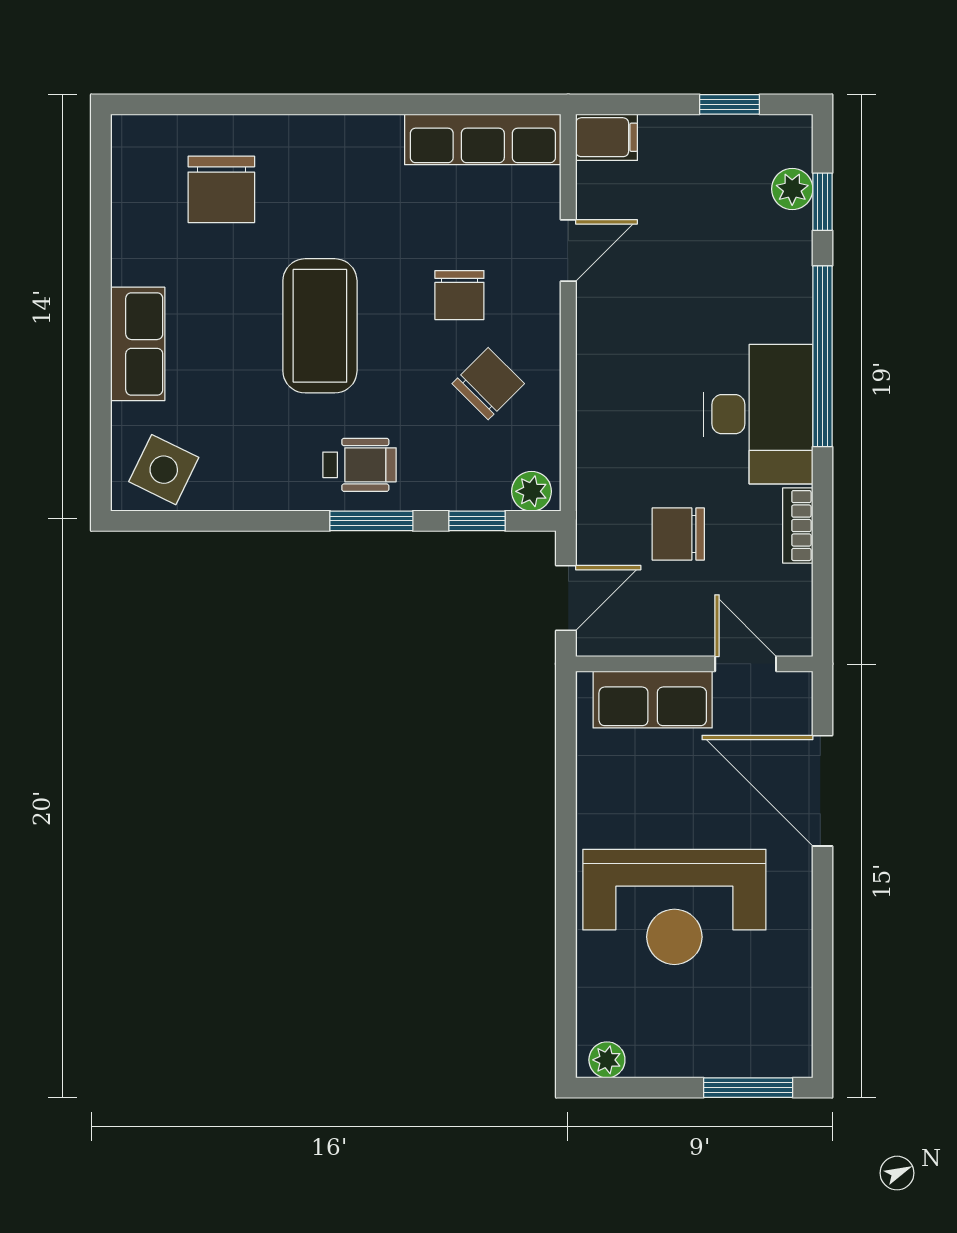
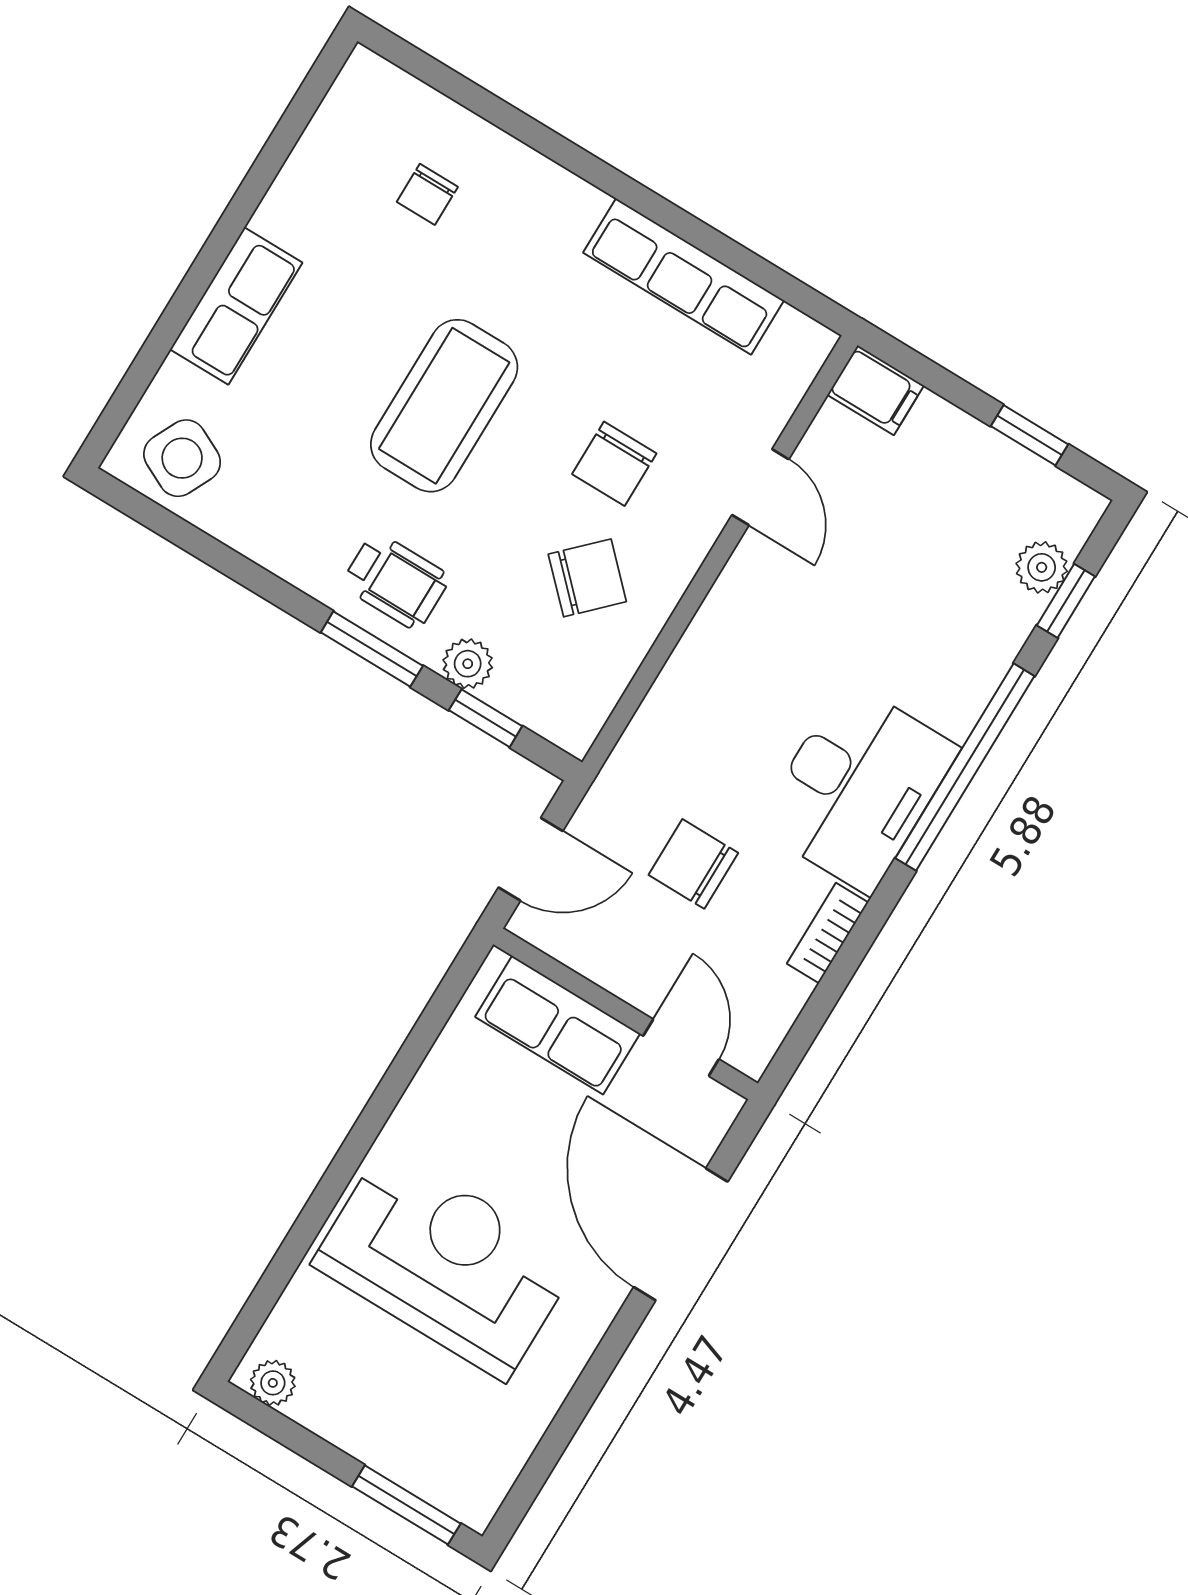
row of seats: (483, 139) -> (684, 276), moved
chair: (221, 189) -> (427, 194), width x0.54, depth x0.54
door: (568, 251) -> (760, 487), hinge flipped
plant: (532, 491) -> (468, 664), moved
reception desk: (674, 907) -> (445, 1262), turned 180

